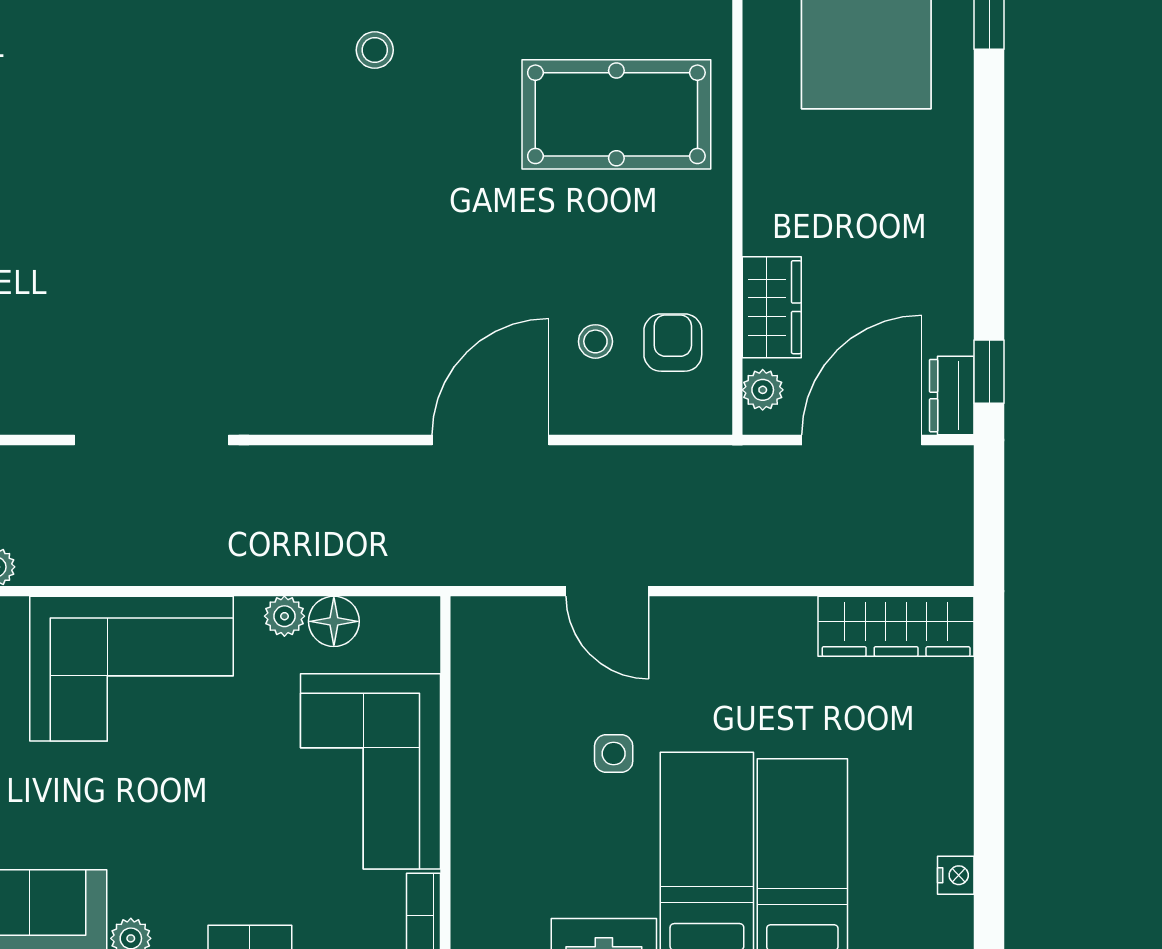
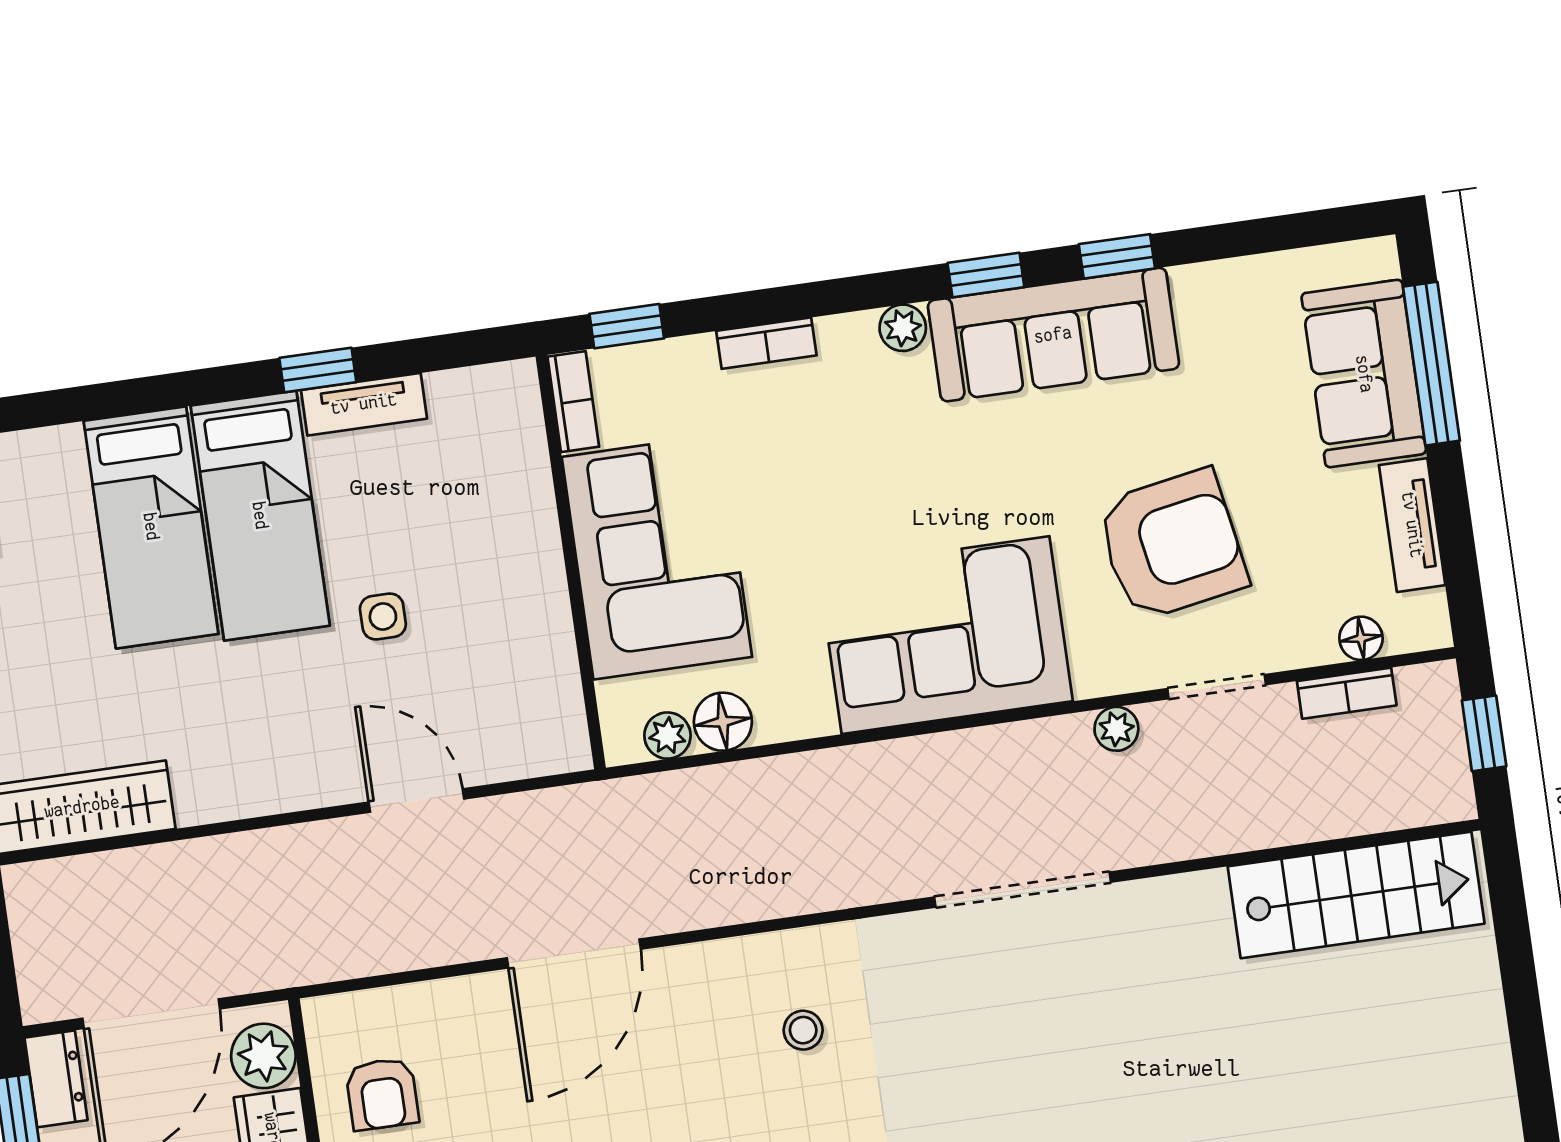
stool: (595, 341) -> (803, 1030), moved
plant: (763, 390) -> (263, 1056), width x1.38, depth x1.38
doorway: (152, 440) -> (1023, 890), moved
plant: (284, 616) -> (667, 736), moved

